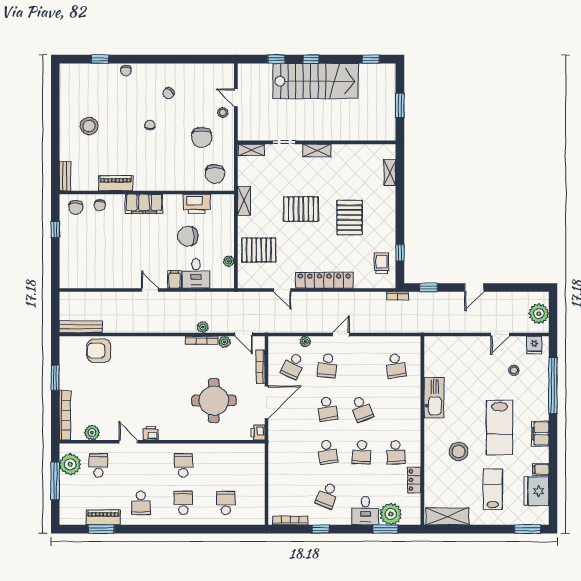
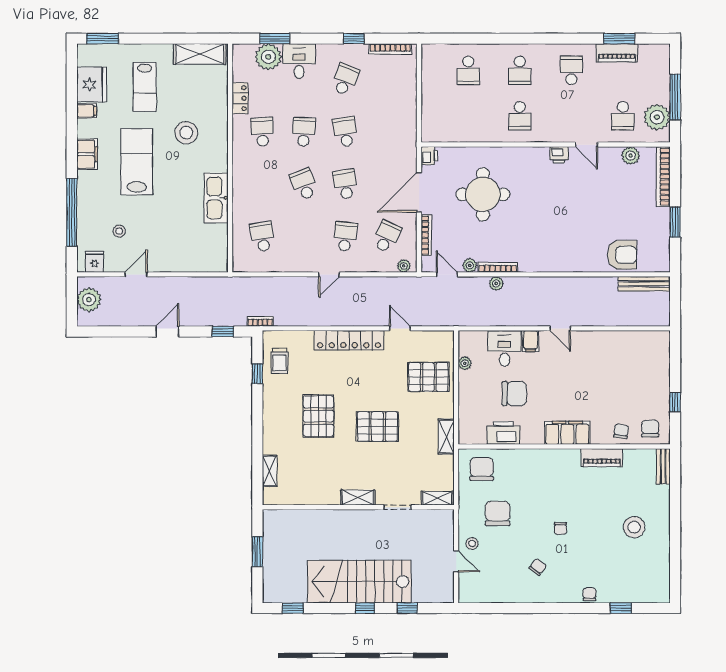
plant: (305, 342) -> (404, 266), moved

